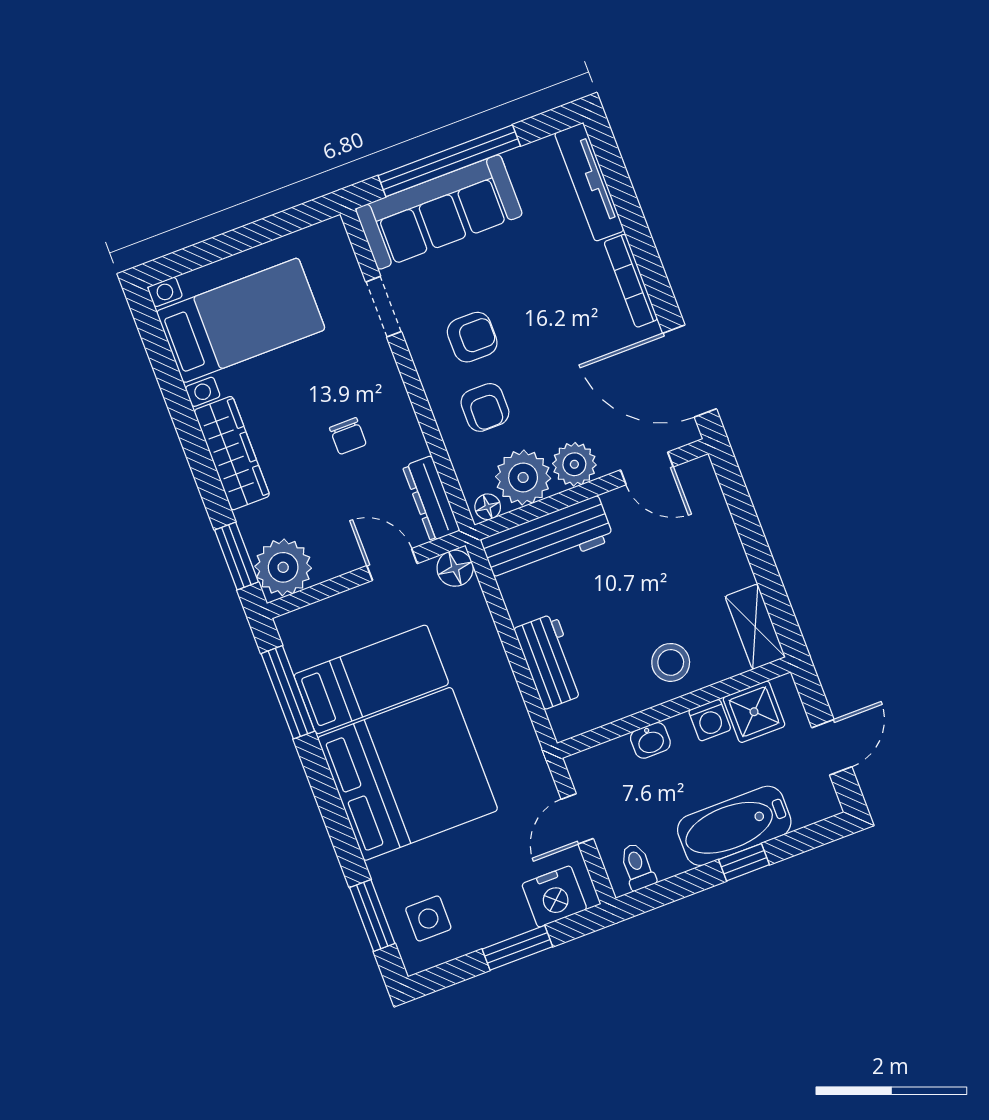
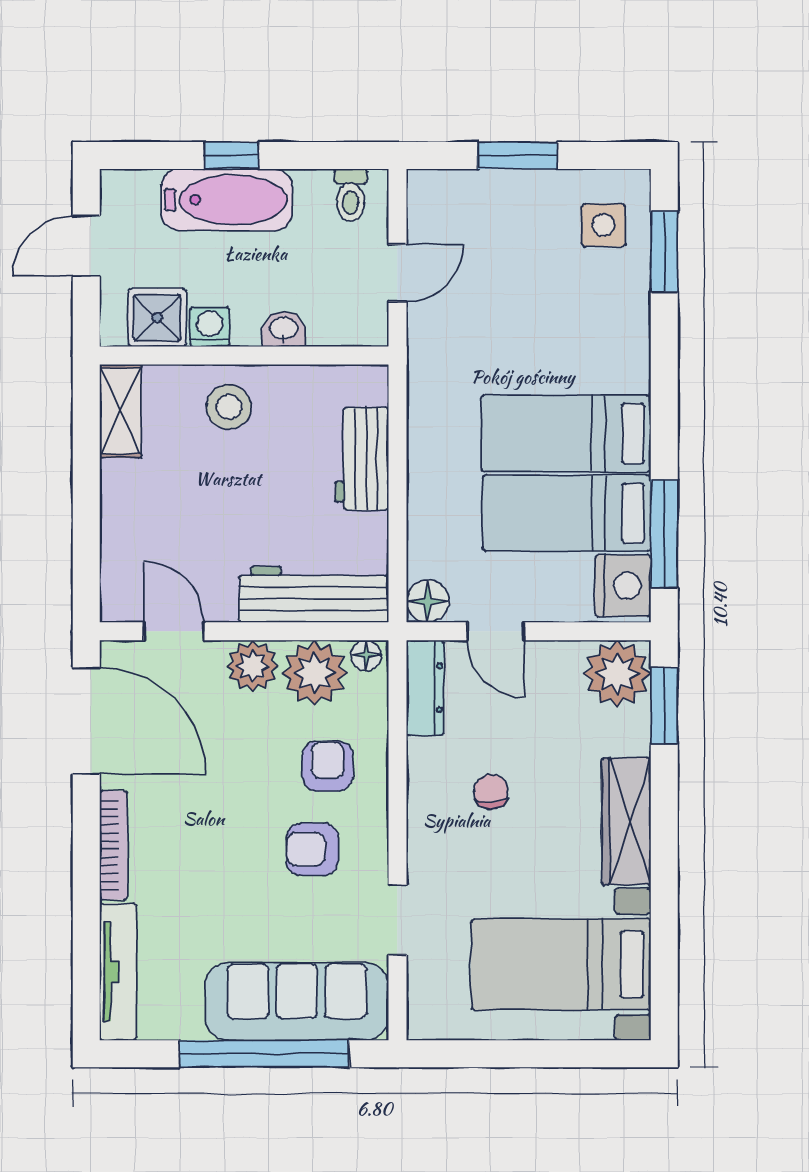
bed: (408, 774) -> (566, 433), width x0.49
nightstand: (554, 897) -> (623, 586), moved, turned 90

